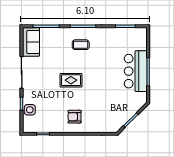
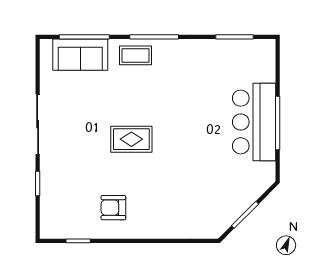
sofa: (31, 42) -> (80, 55), moved, turned 90
coffee table: (81, 45) -> (136, 55), moved
side table: (30, 110) -> (53, 195), removed
armchair: (75, 117) -> (113, 208), moved

